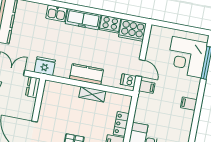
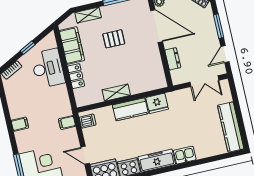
fridge: (45, 66) -> (157, 103), moved
door: (140, 68) -> (85, 155), moved
dresser: (33, 87) -> (173, 59), moved

